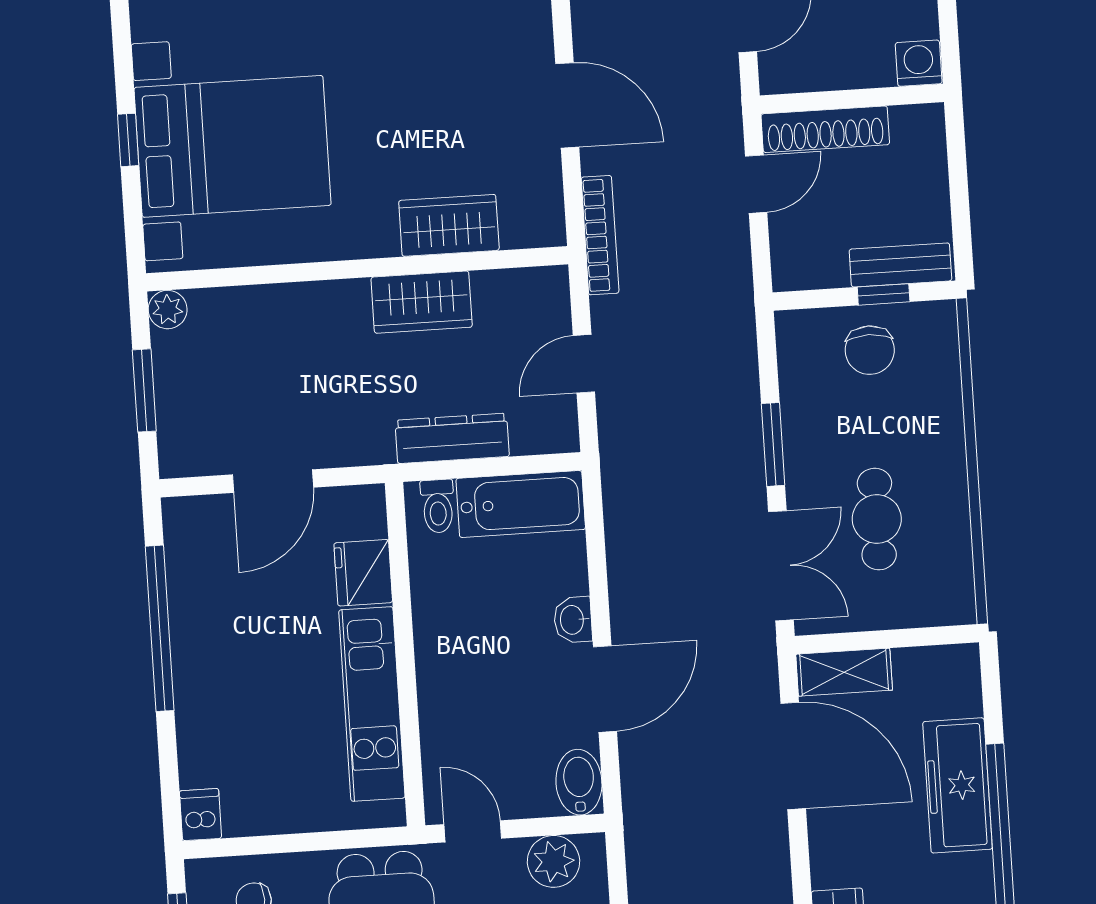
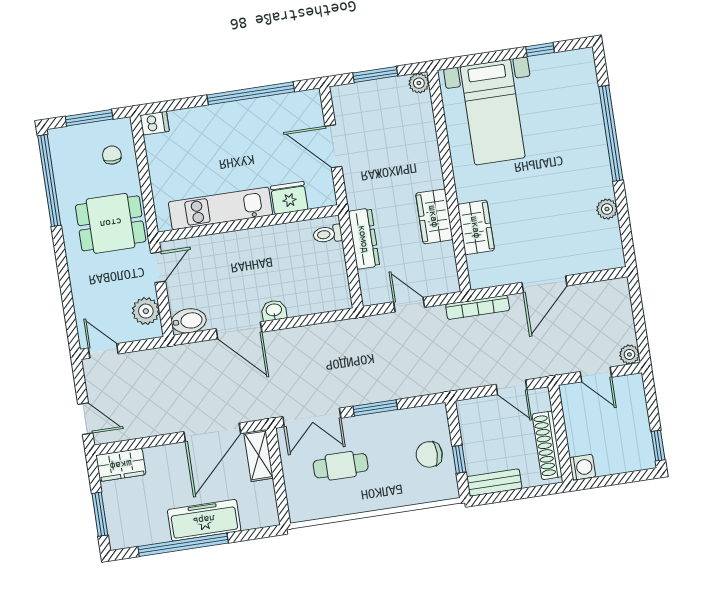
shoe rack: (825, 129) -> (547, 445), moved
window: (128, 140) -> (540, 50), moved
bed with nightstands: (233, 146) -> (493, 112), width x0.73
bench: (900, 265) -> (494, 483), moved, turned 90
bathtub: (521, 504) -> (332, 278), removed

